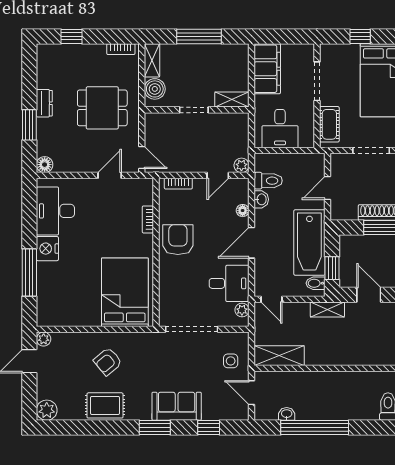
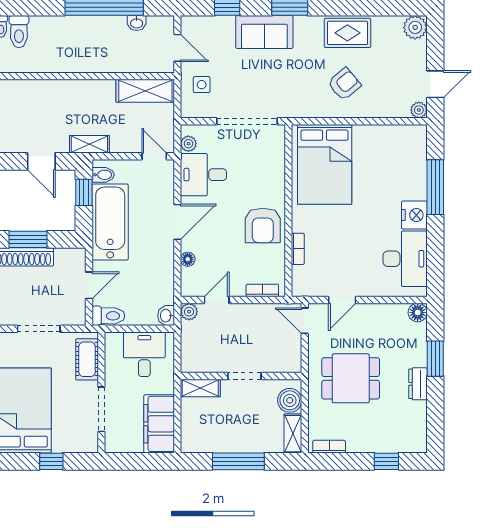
toilet: (268, 181) -> (108, 316), moved, turned 180
washbasin: (261, 199) -> (166, 316), moved

